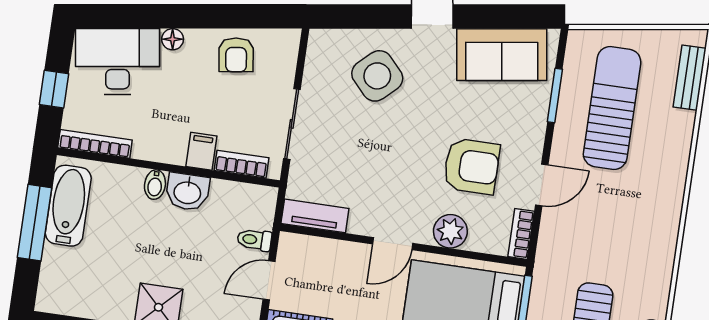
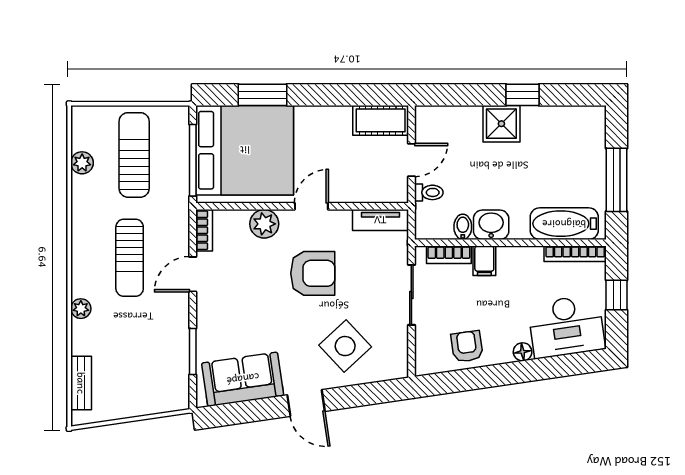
sun lounger: (612, 108) -> (130, 258), moved, width x0.73, depth x0.75
plant: (677, 164) -> (81, 309), added
armchair: (471, 166) -> (313, 273), moved, turned 180
bidet: (155, 185) -> (463, 227), moved
bathtub: (68, 206) -> (564, 224), moved, turned 90

